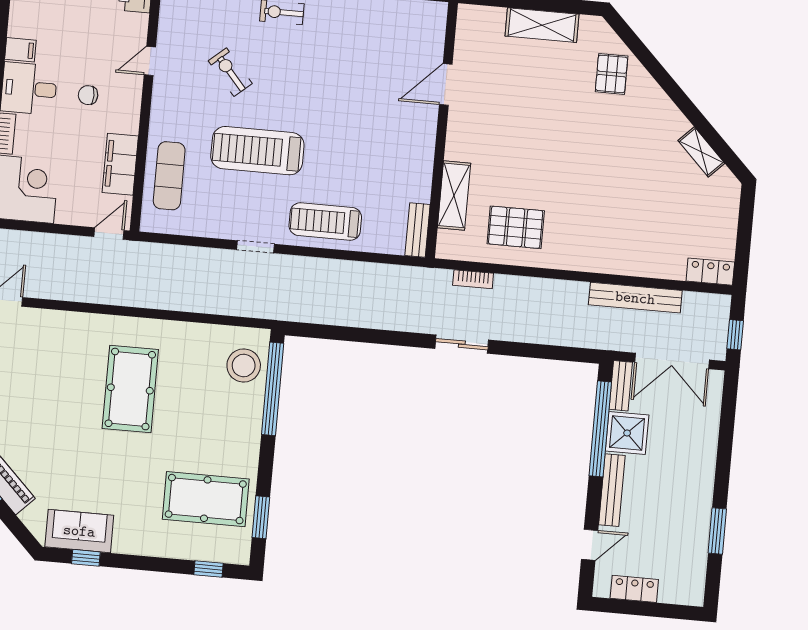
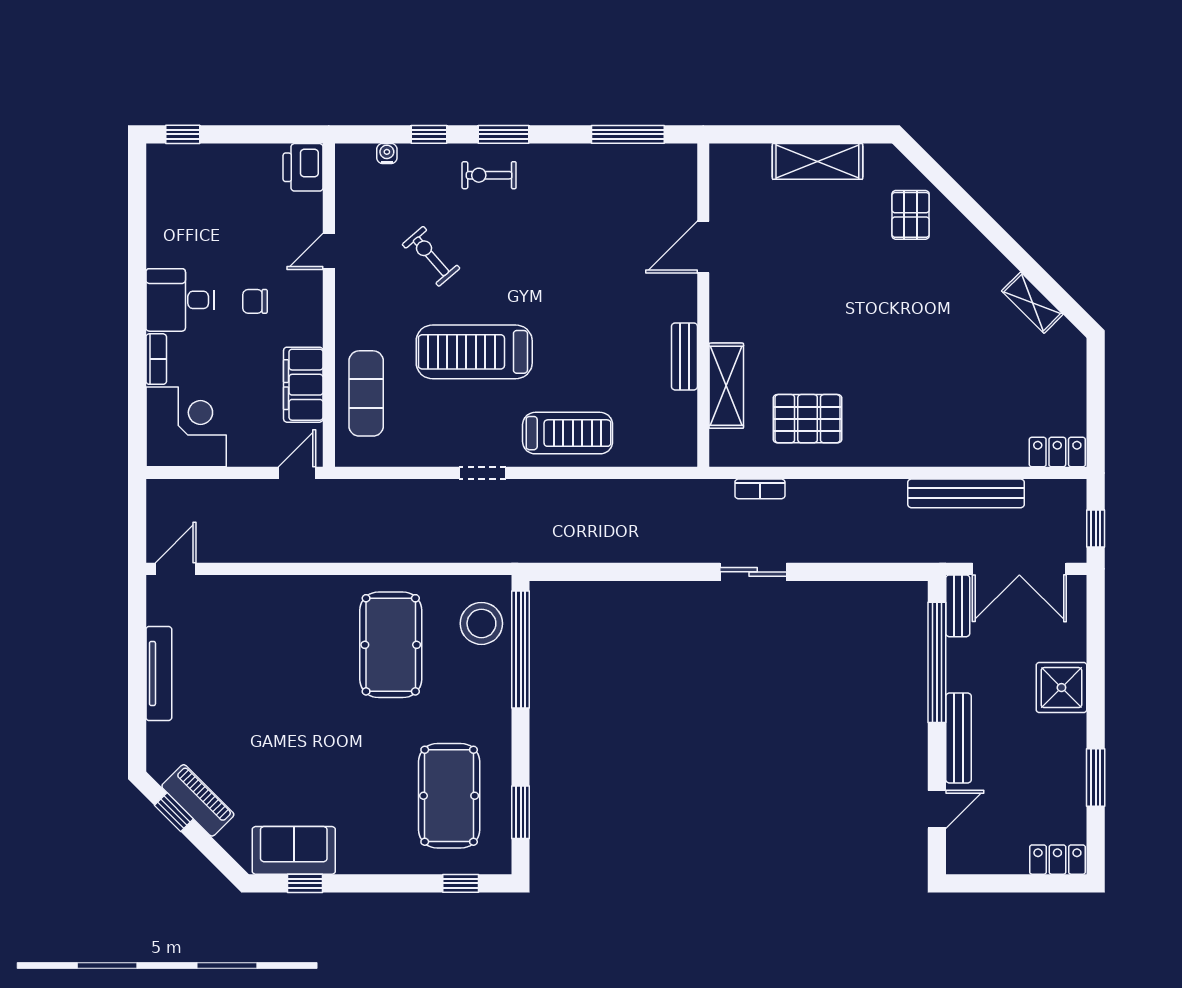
filing cabinet: (20, 50) -> (165, 252), removed
treadmill: (325, 221) -> (568, 433), turned 180
bench: (417, 230) -> (684, 356), moved
pool table: (130, 389) -> (391, 645), moved
shower: (627, 433) -> (1061, 688), moved
pool table: (206, 499) -> (449, 796), turned 90
locker: (634, 589) -> (1057, 860), moved

